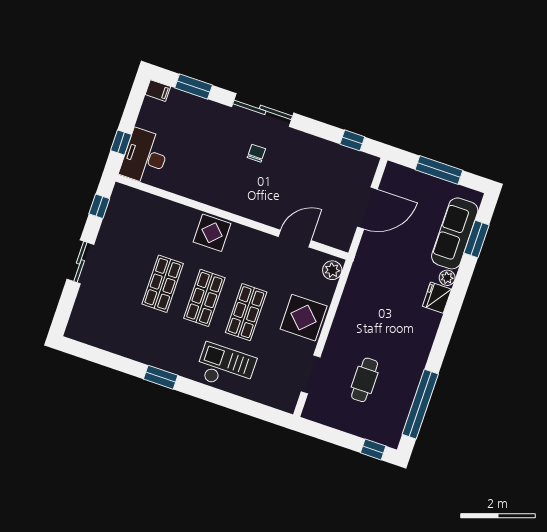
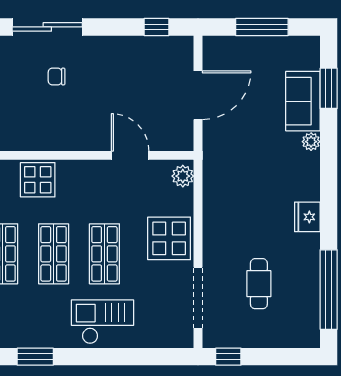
chair: (256, 153) -> (57, 76), turned -90
sofa: (455, 233) -> (303, 101), width x0.73
door: (295, 239) -> (130, 155), hinge flipped
fridge: (437, 298) -> (307, 217), moved
doorway: (311, 374) -> (198, 298), width x1.36
window: (373, 449) -> (228, 357), moved

